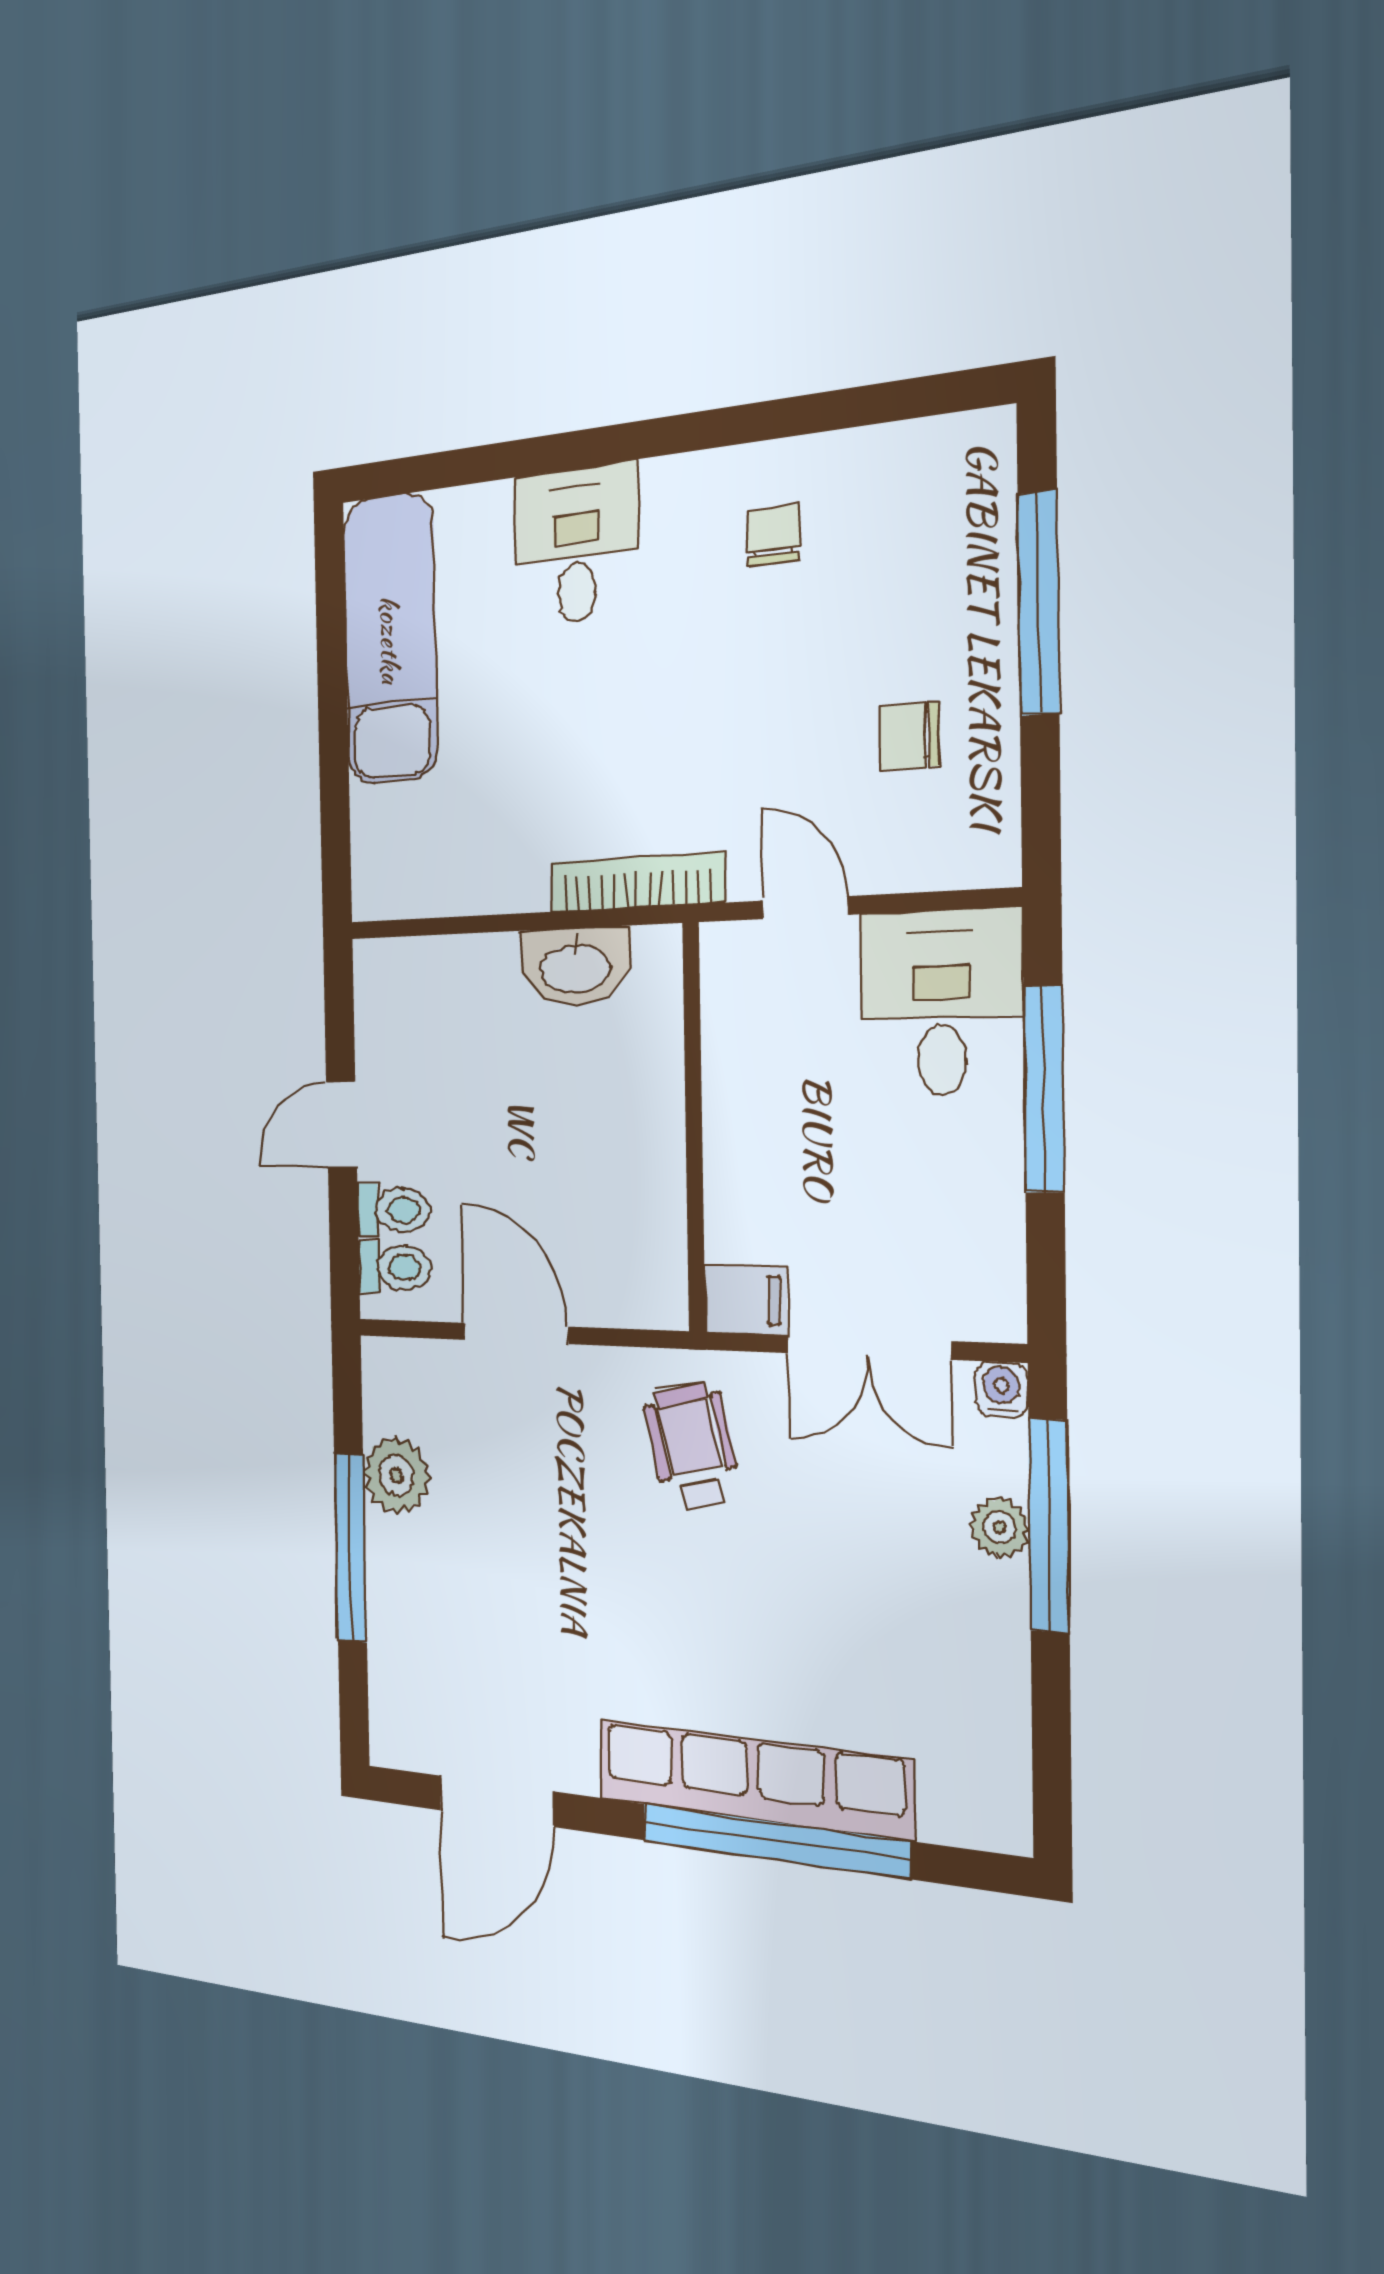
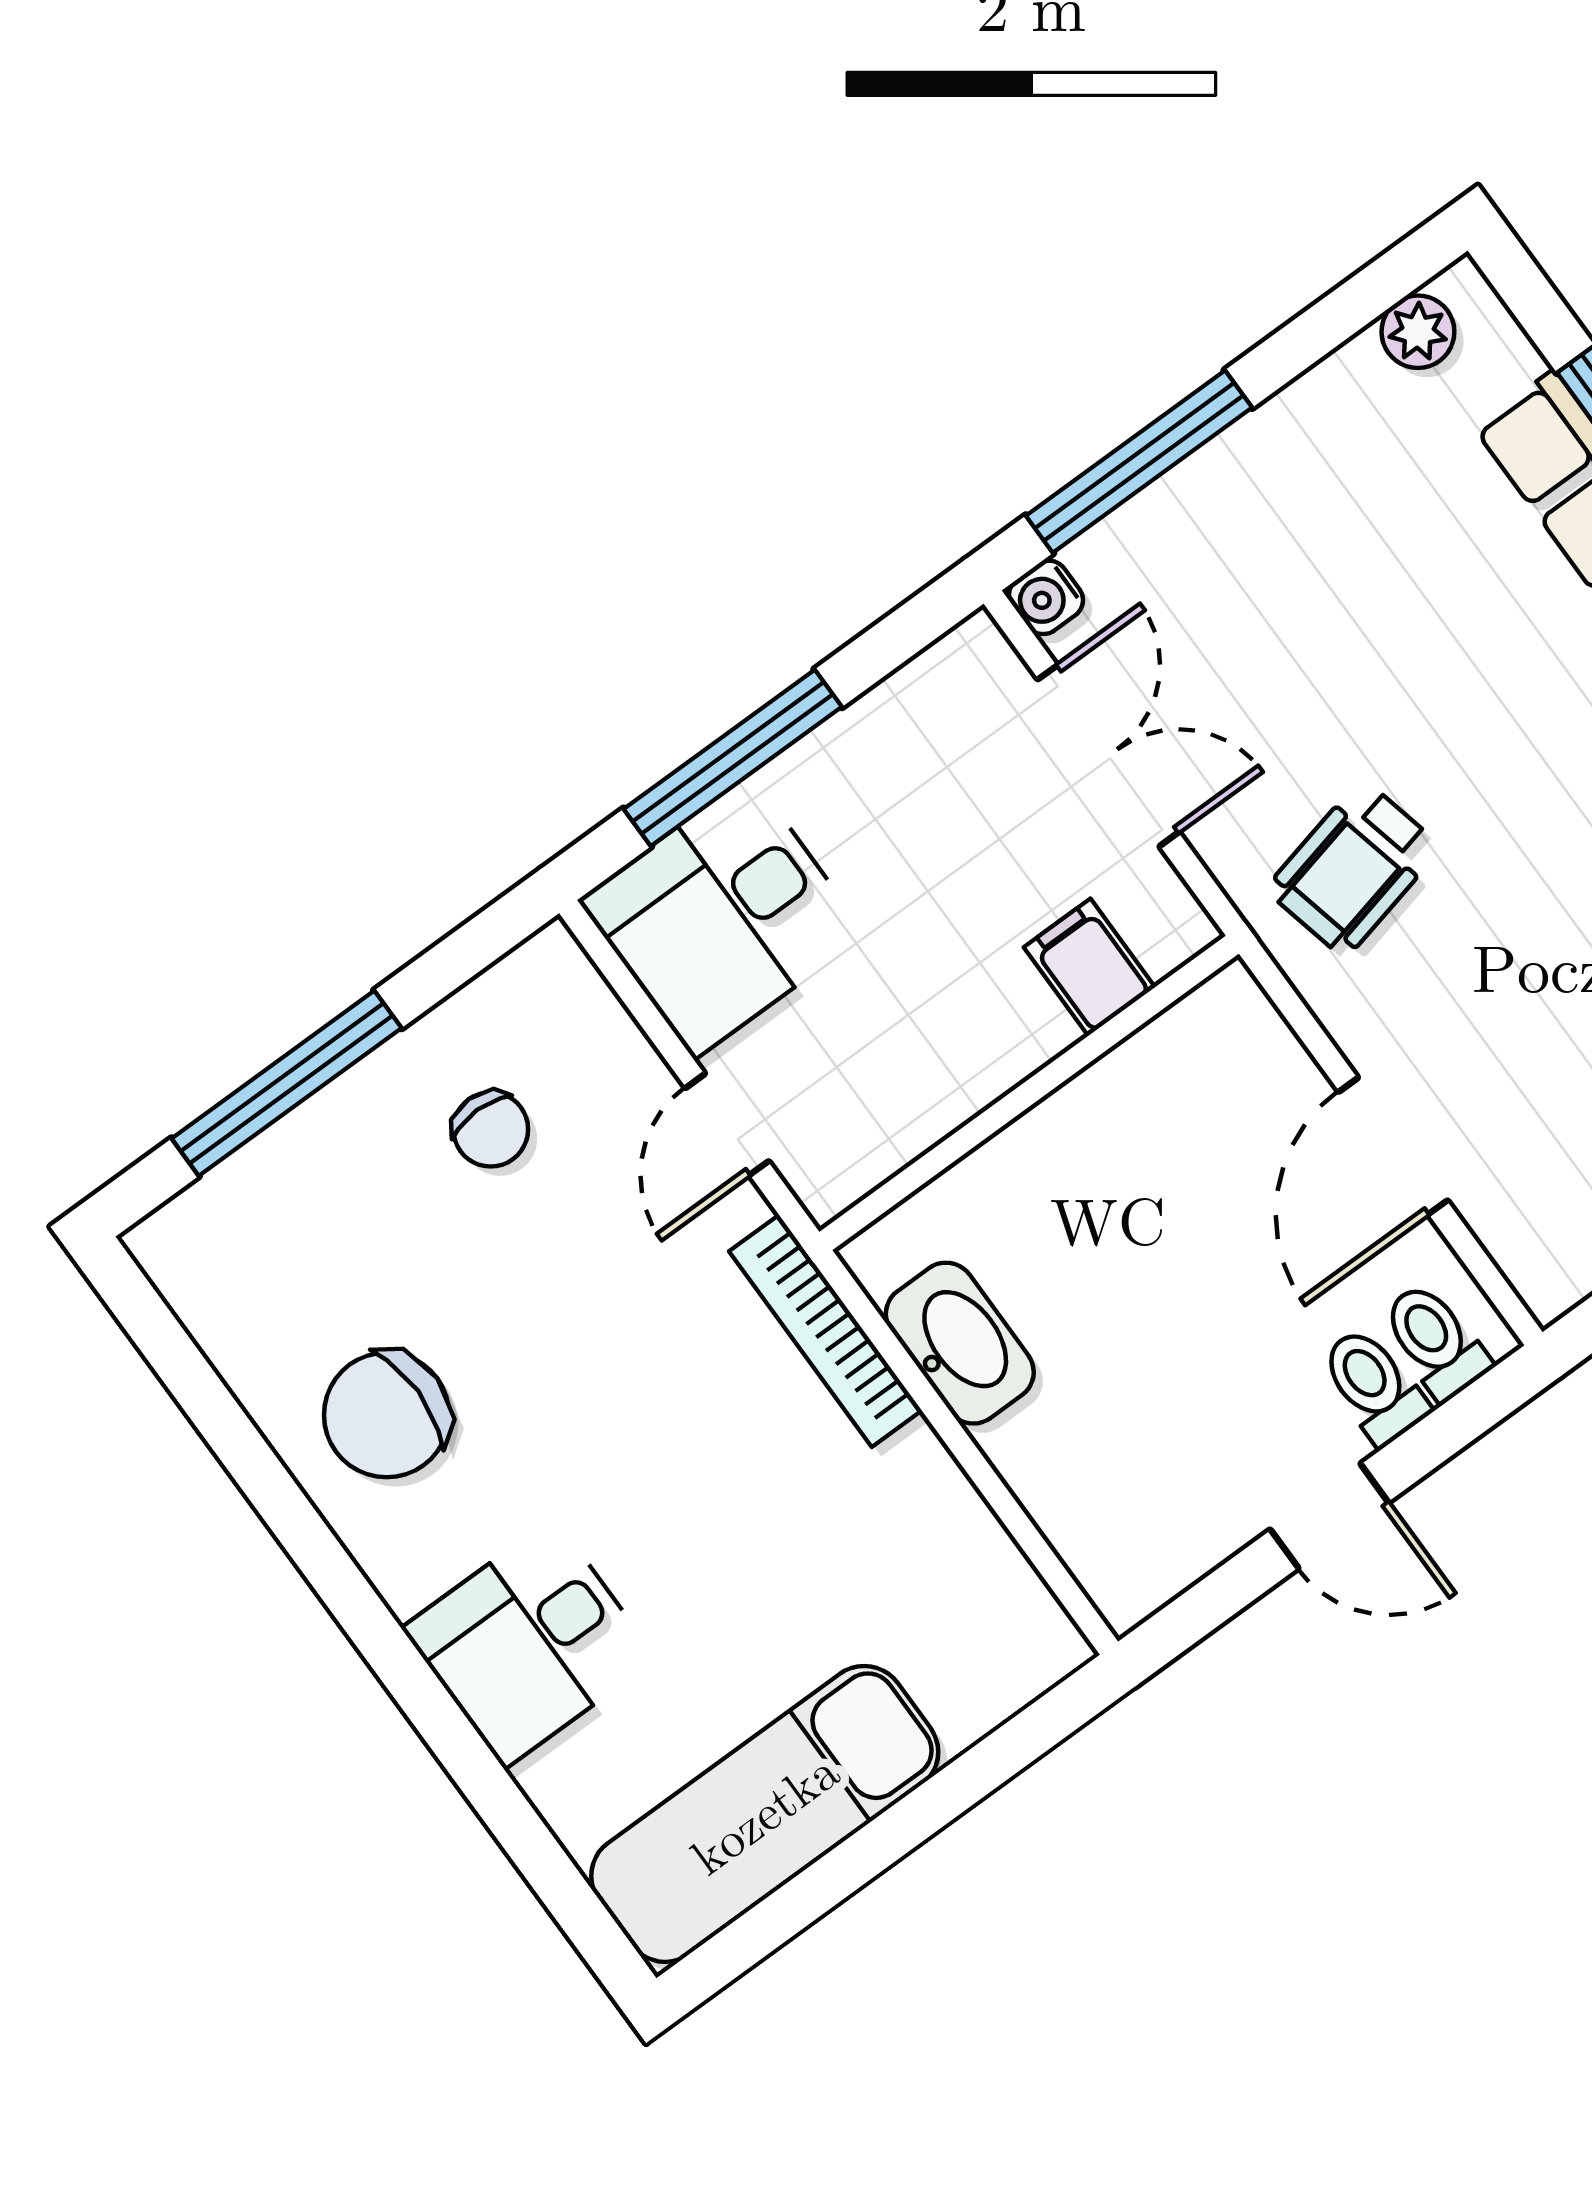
chair: (773, 535) -> (387, 1415), width x1.87, depth x1.87
filing cabinet: (745, 1300) -> (1089, 967), moved
plant: (999, 1528) -> (1418, 332), moved

